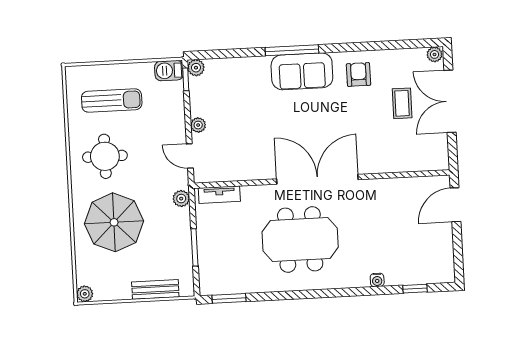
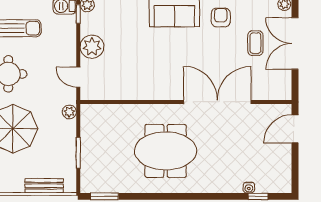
plant: (198, 125) -> (92, 47), width x1.88, depth x1.88
double door: (317, 179) -> (217, 102), moved
tv unit: (219, 195) -> (101, 110), removed
water cooler: (377, 280) -> (249, 187), moved

